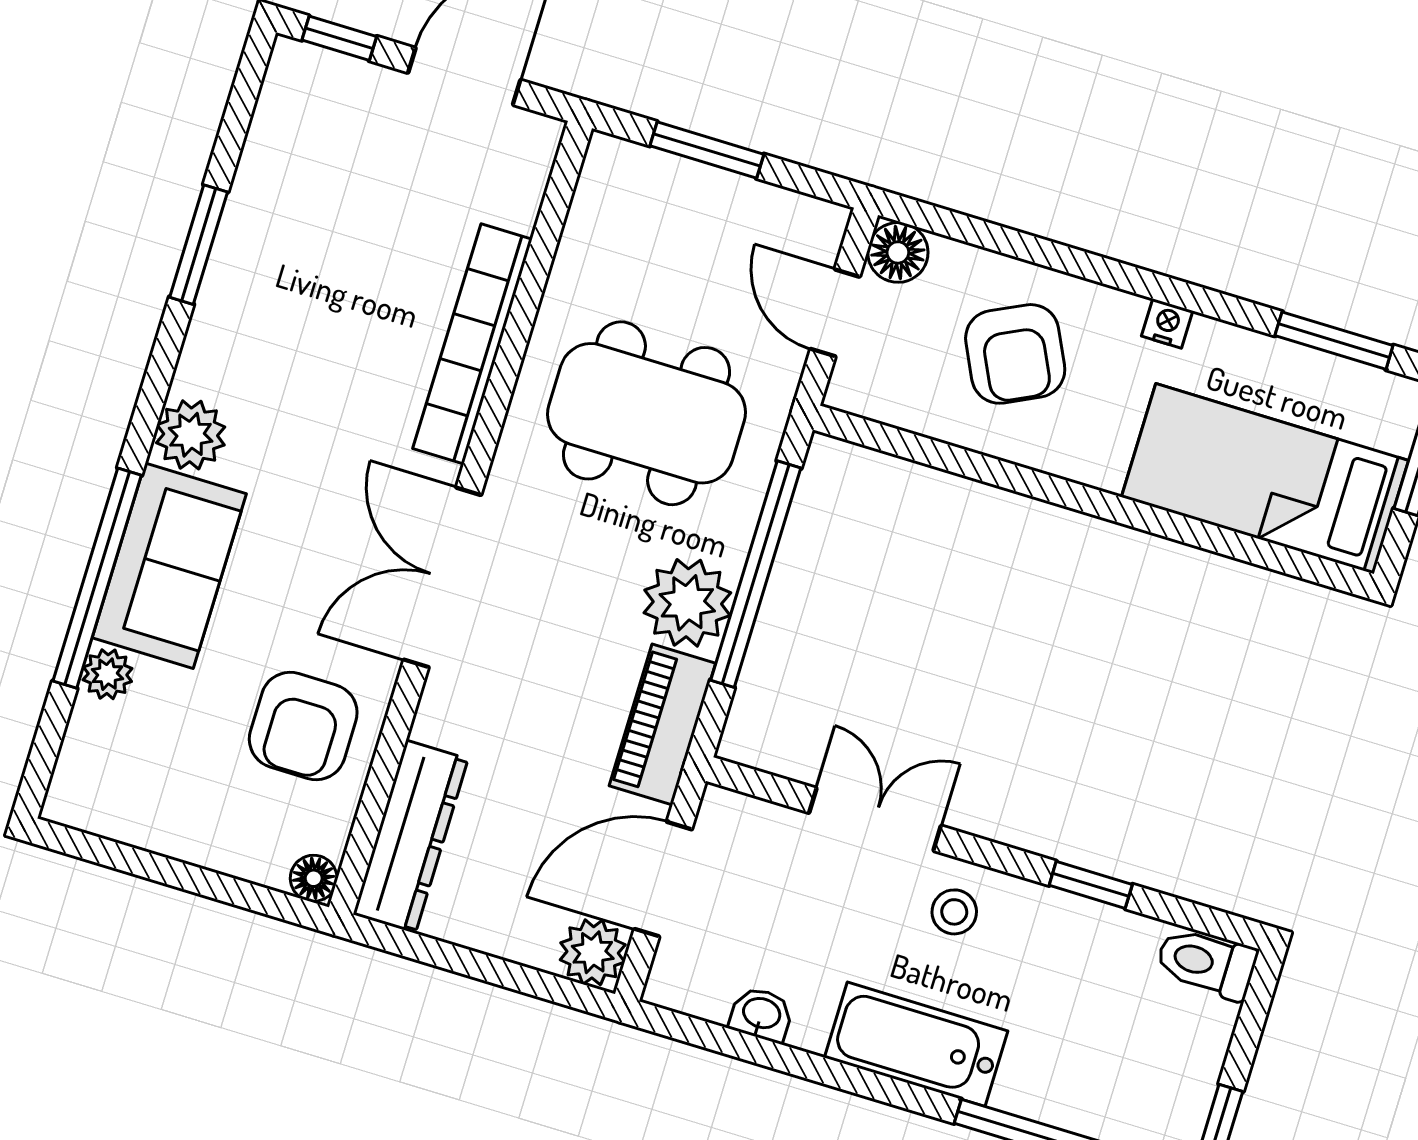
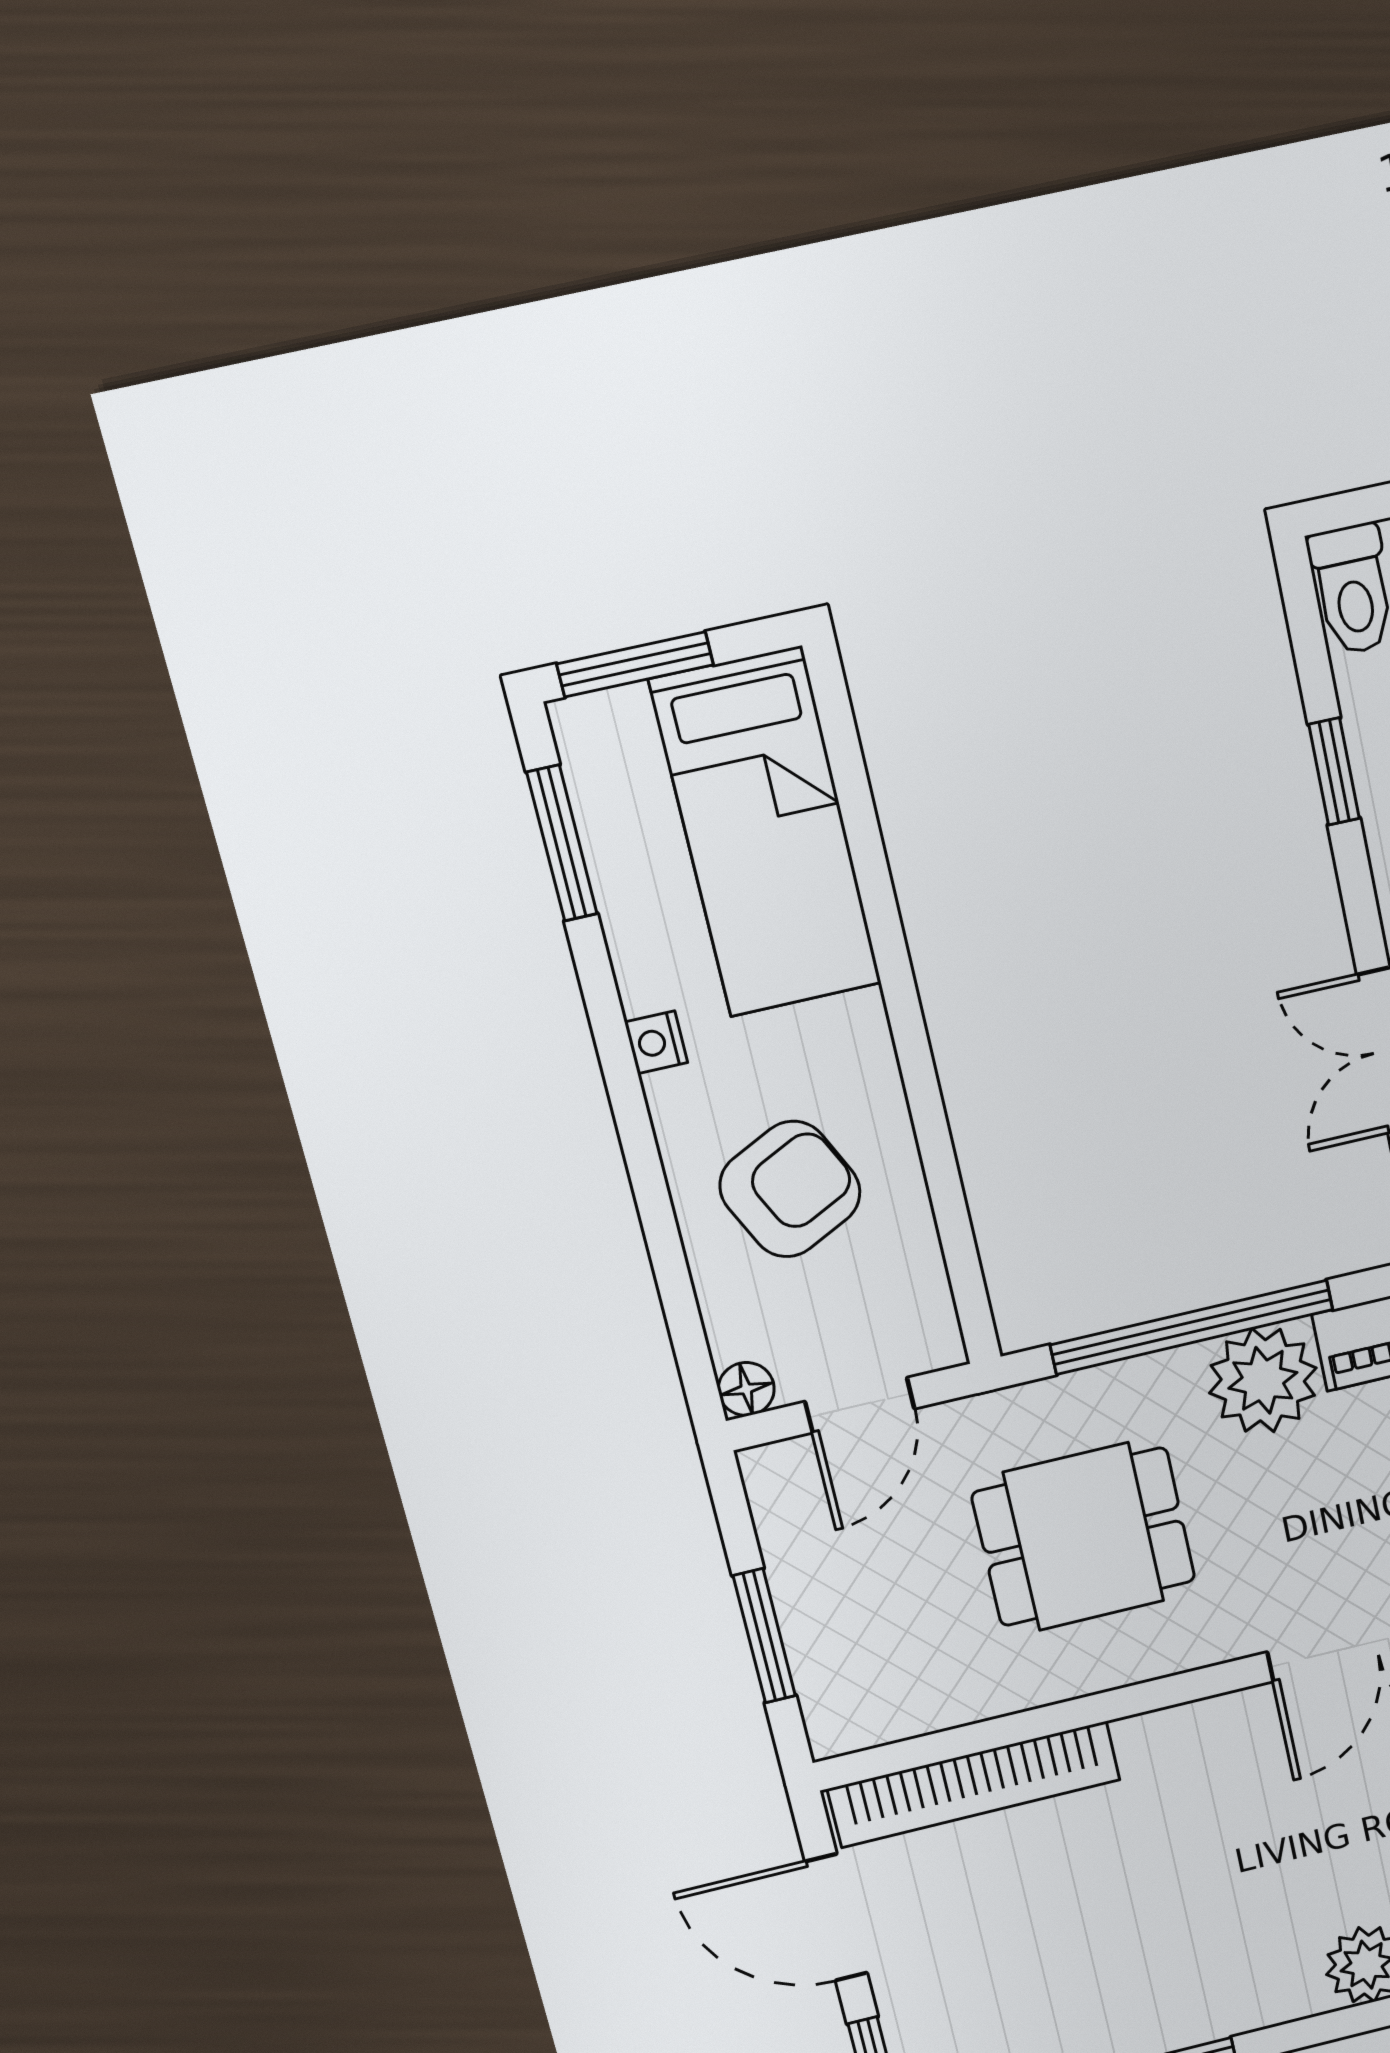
floor lamp: (898, 252) -> (746, 1389), width x0.73, depth x0.73
bookcase: (472, 344) -> (974, 1784), moved
dining table: (646, 413) -> (1084, 1537), width x0.73

